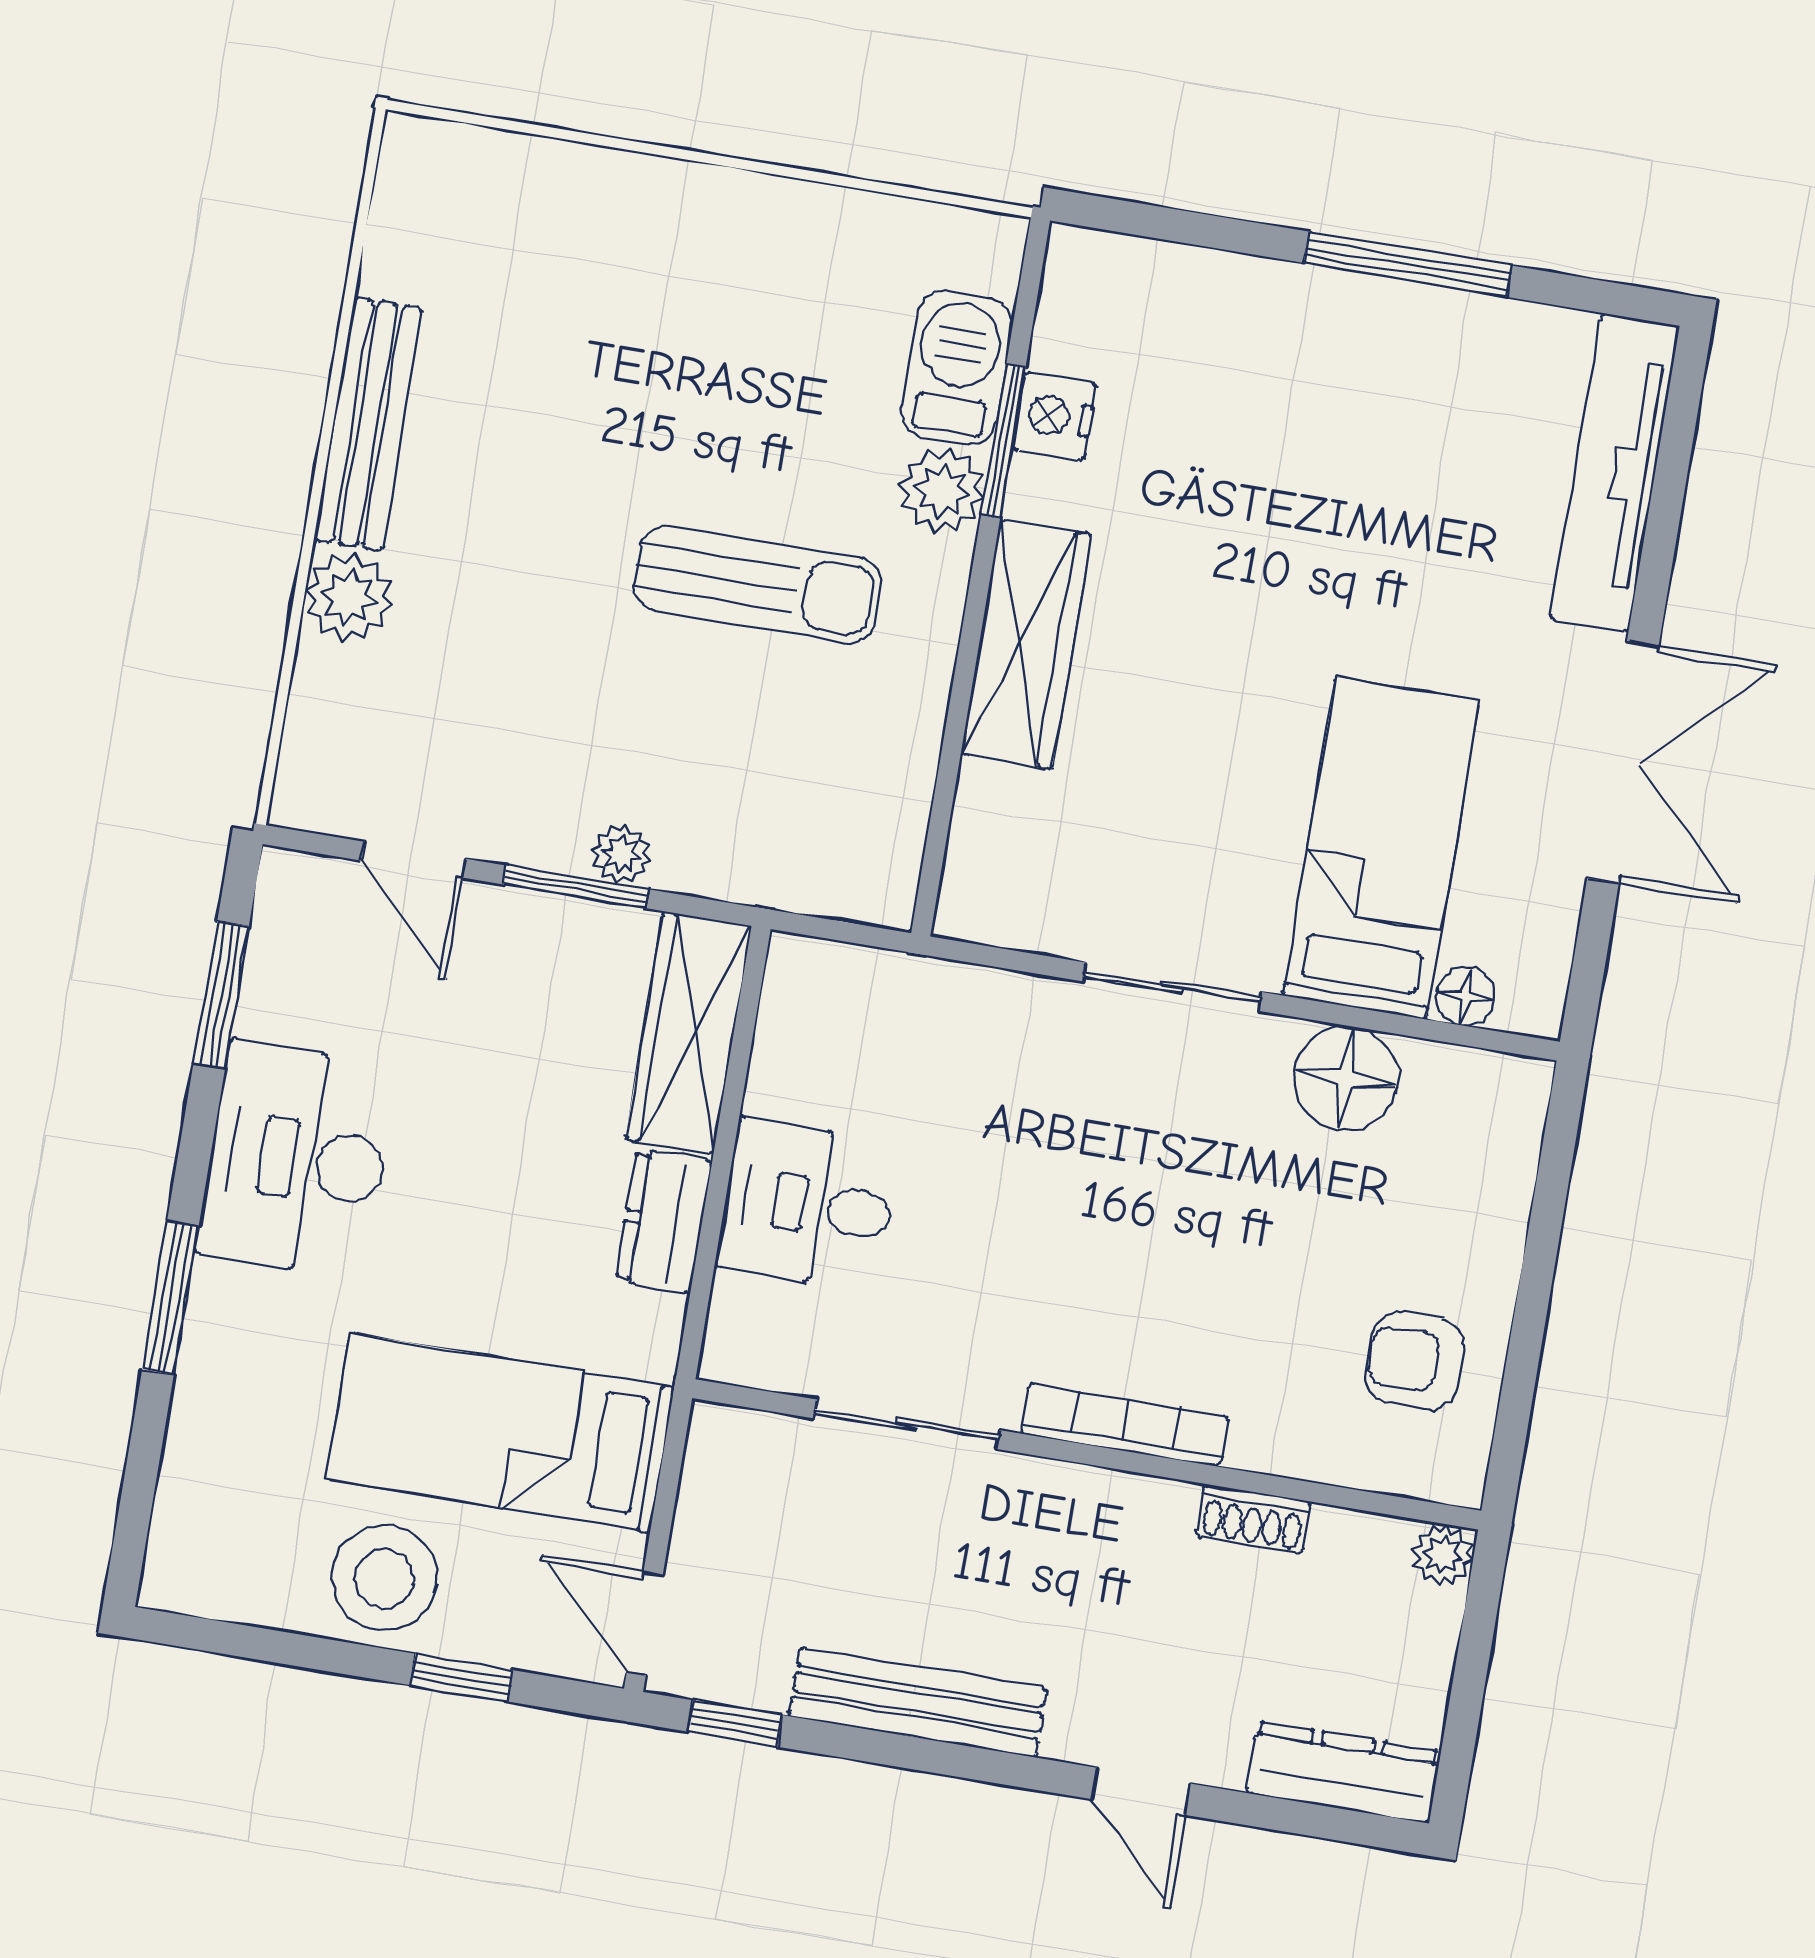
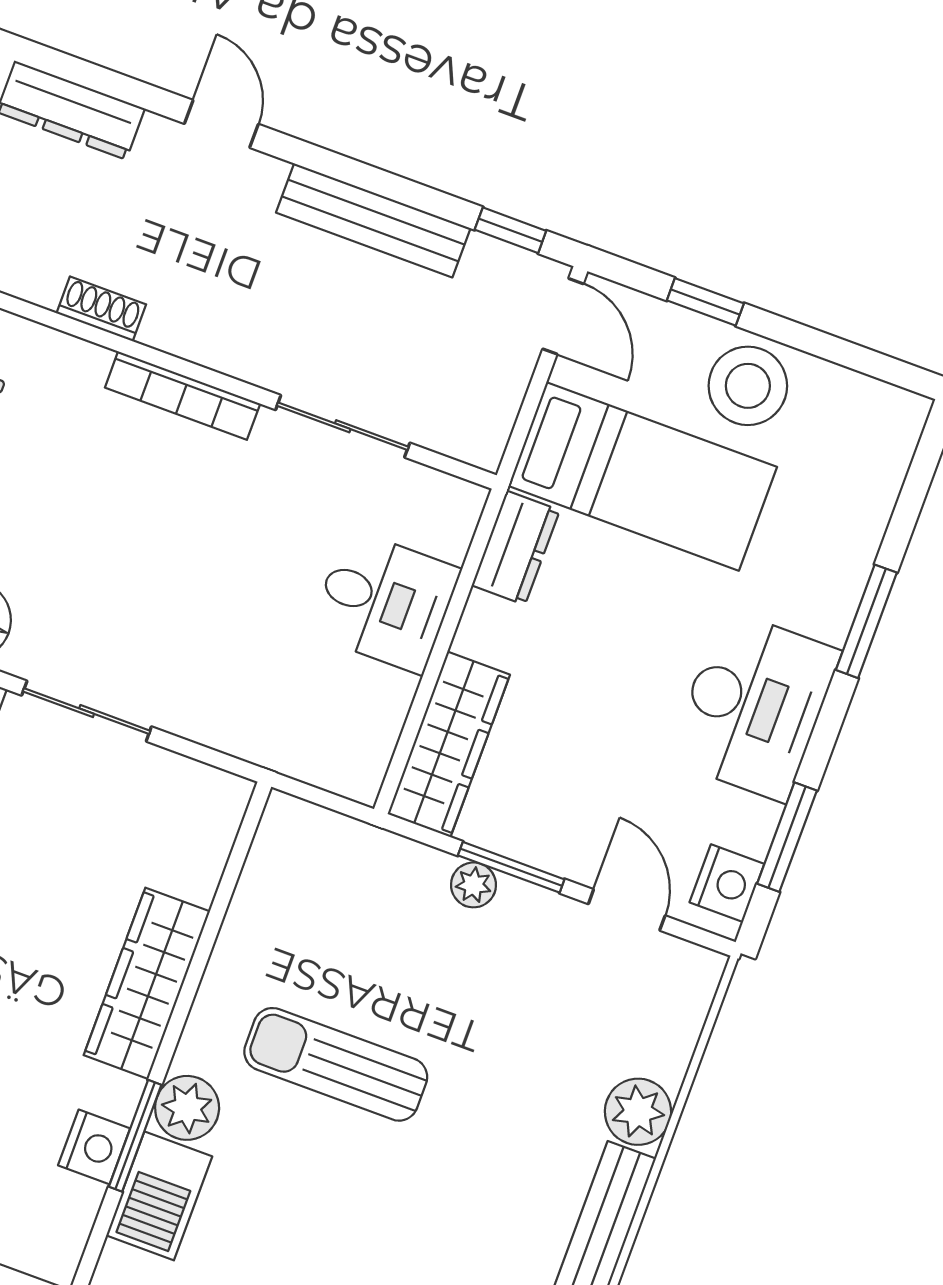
nightstand: (289, 919) -> (727, 883), added
dresser: (664, 1221) -> (516, 548), moved

